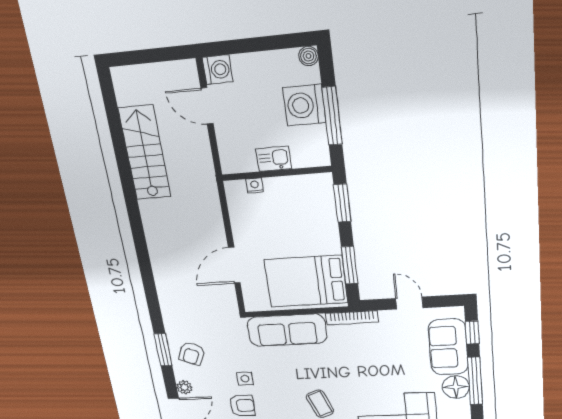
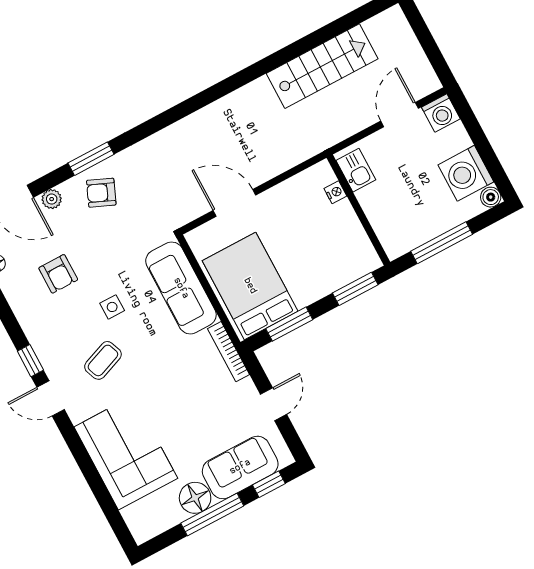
washing machine: (304, 105) -> (466, 173), moved, turned -90
kitchen sink: (274, 159) -> (356, 170), moved
side table: (245, 379) -> (112, 307), moved

